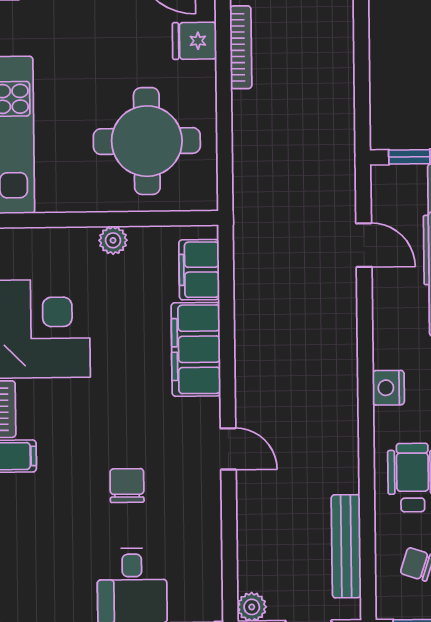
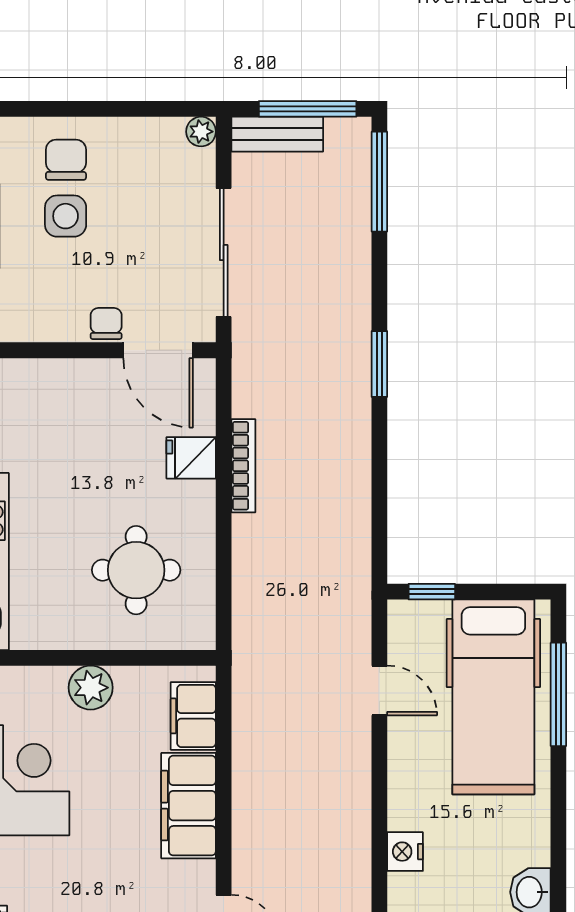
round table: (147, 141) -> (136, 570), width x0.73, depth x0.73
plant: (113, 240) -> (91, 688), width x1.38, depth x1.38

